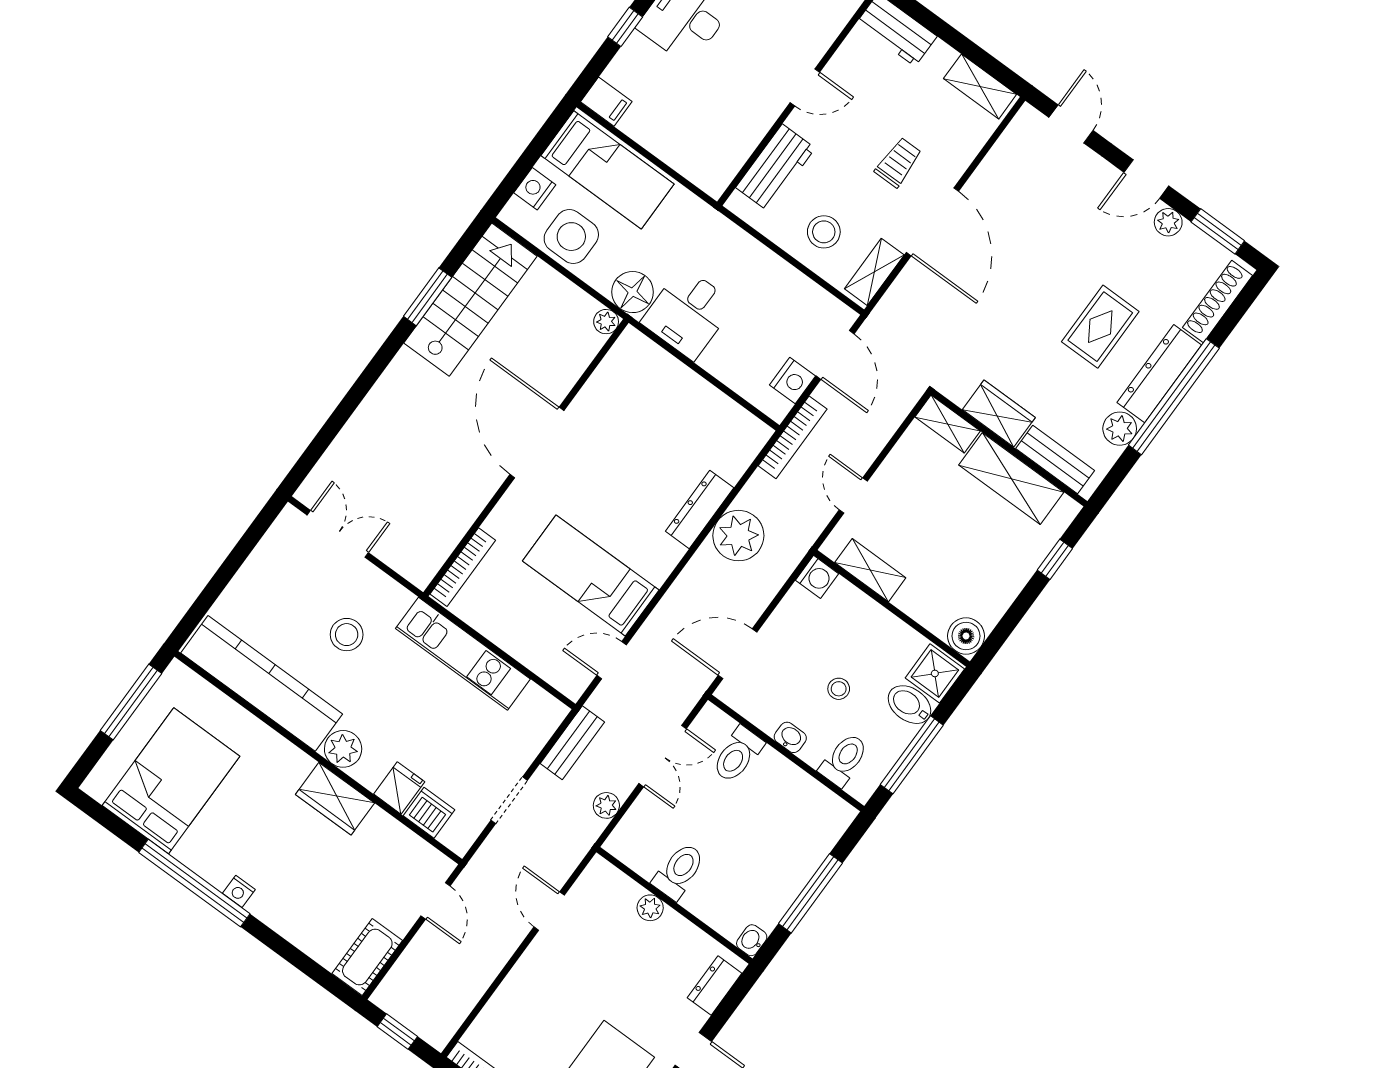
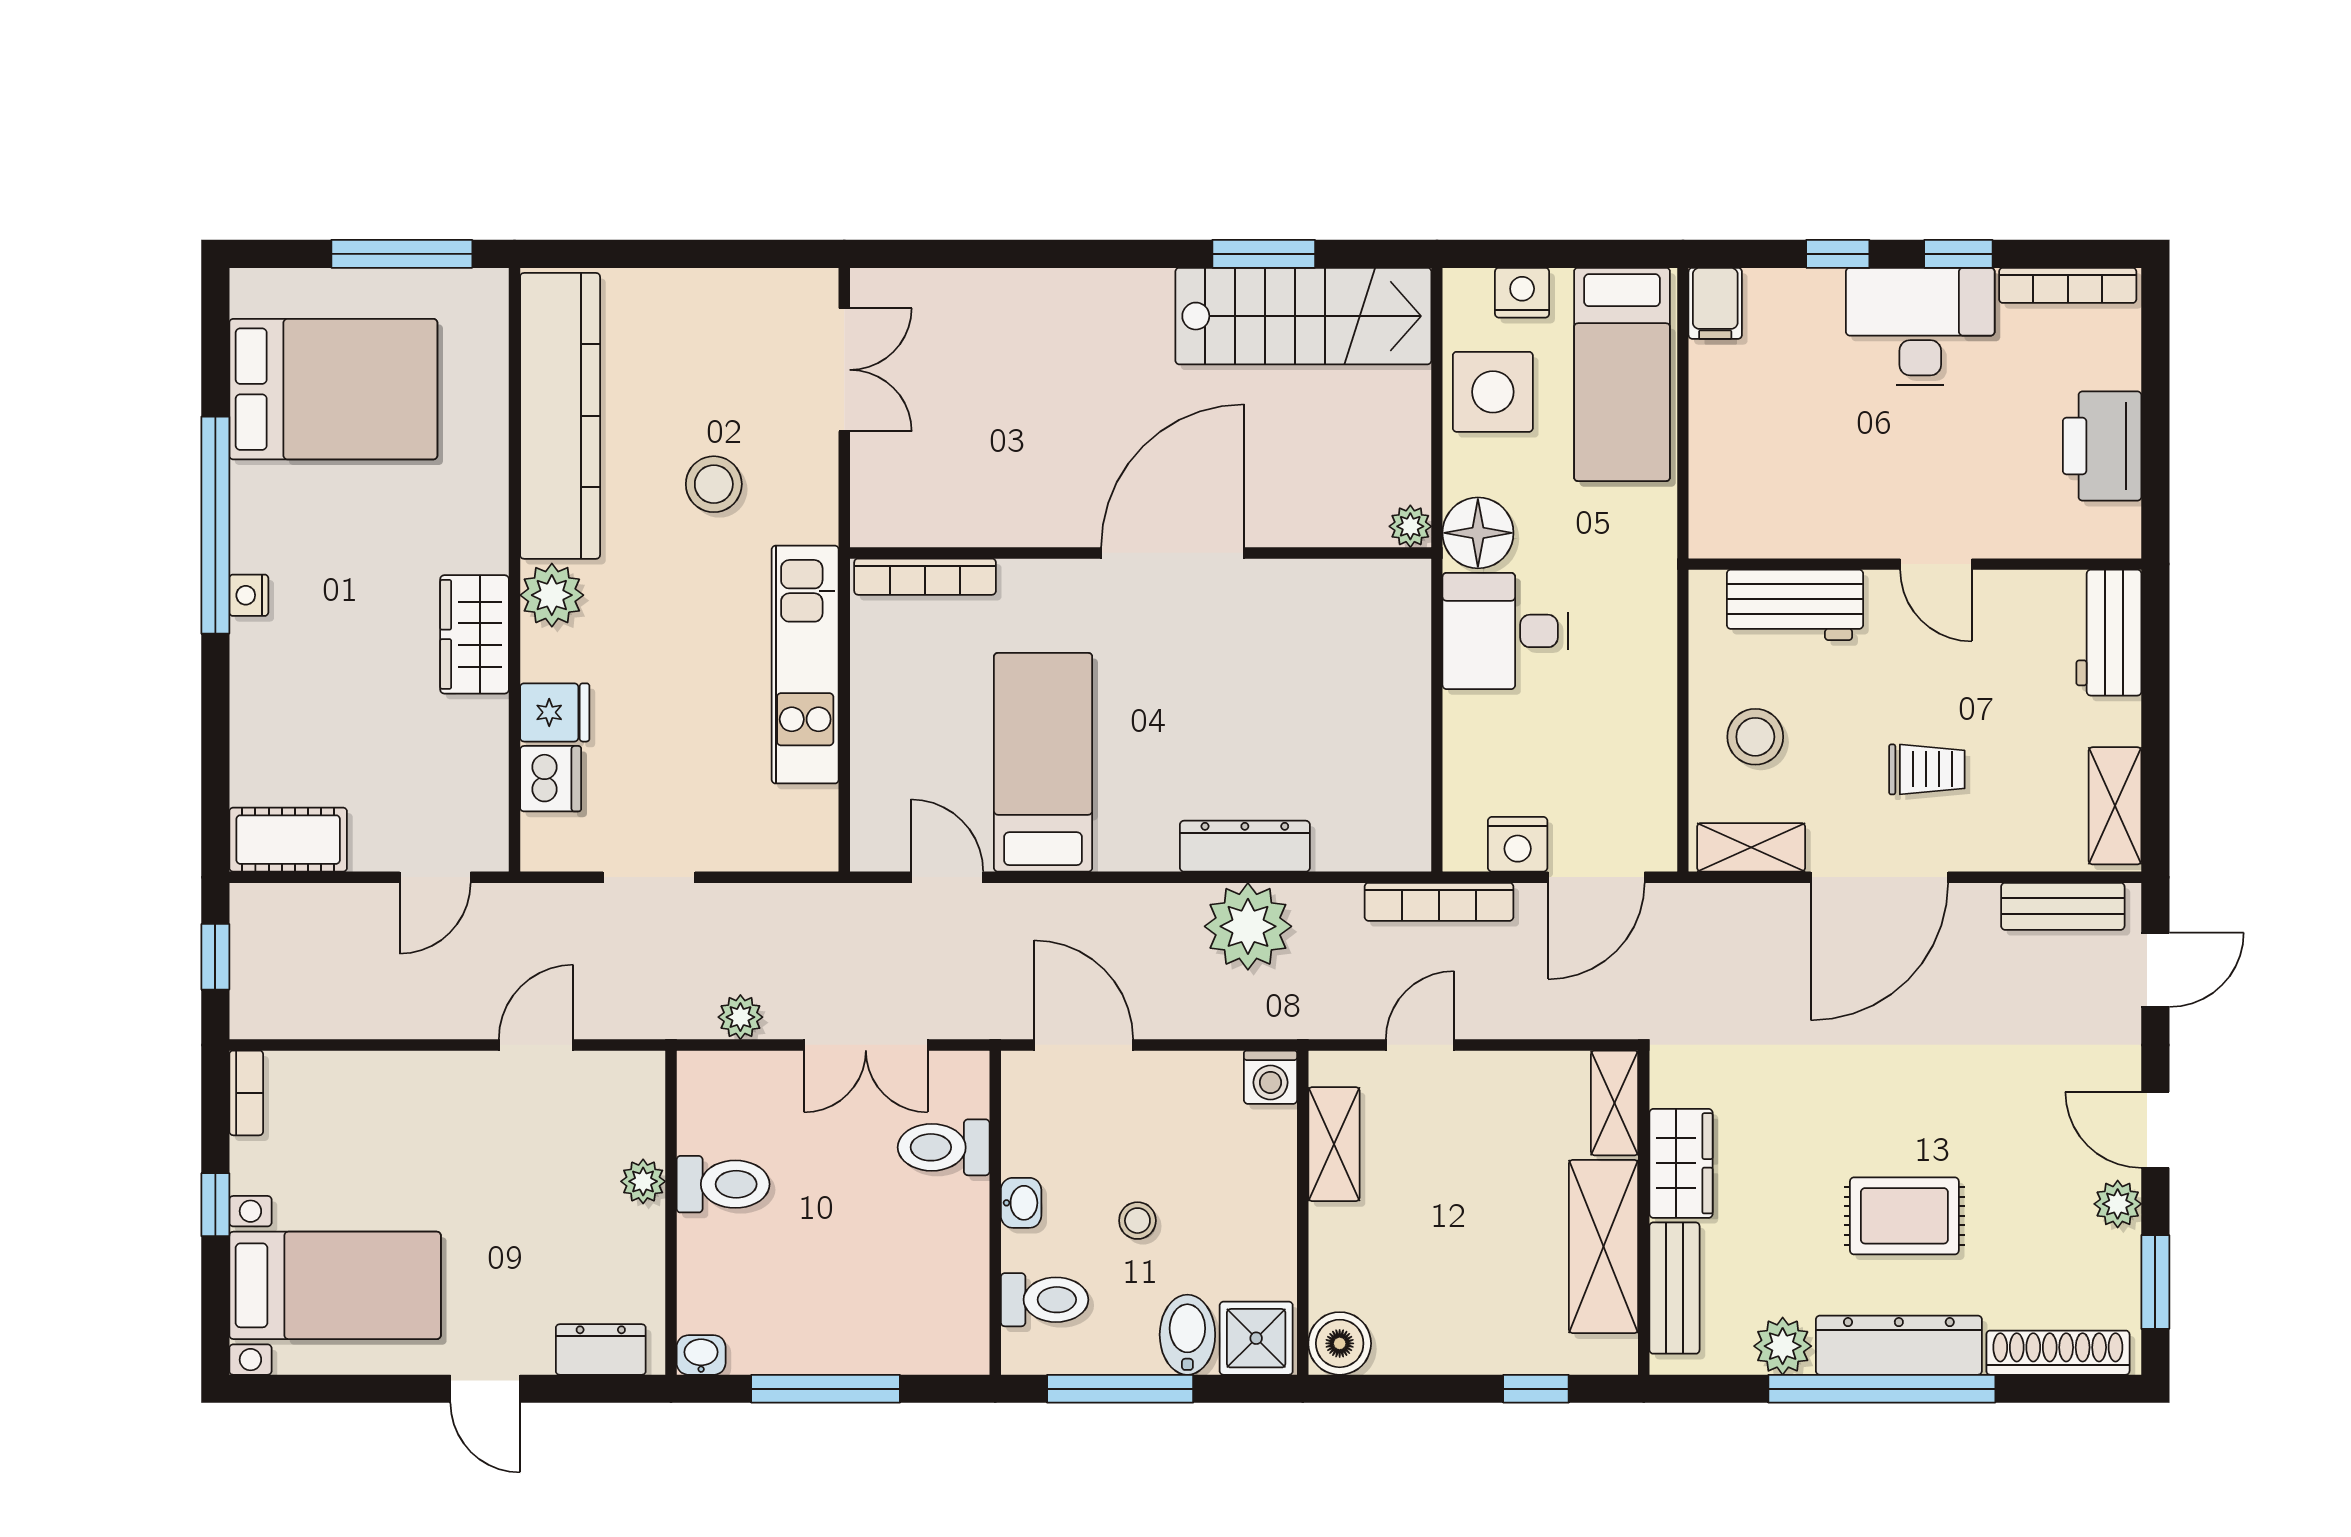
bench: (572, 743) -> (2063, 906), moved

